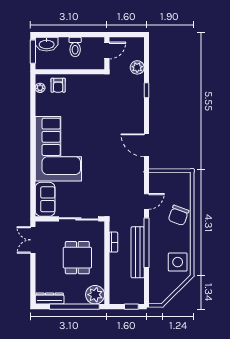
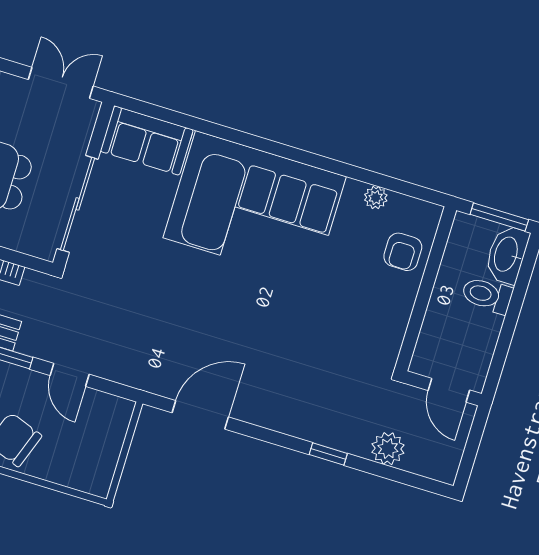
toilet: (75, 47) -> (487, 295), moved
armchair: (58, 85) -> (403, 252), turned -90
plant: (40, 88) -> (376, 198), moved

